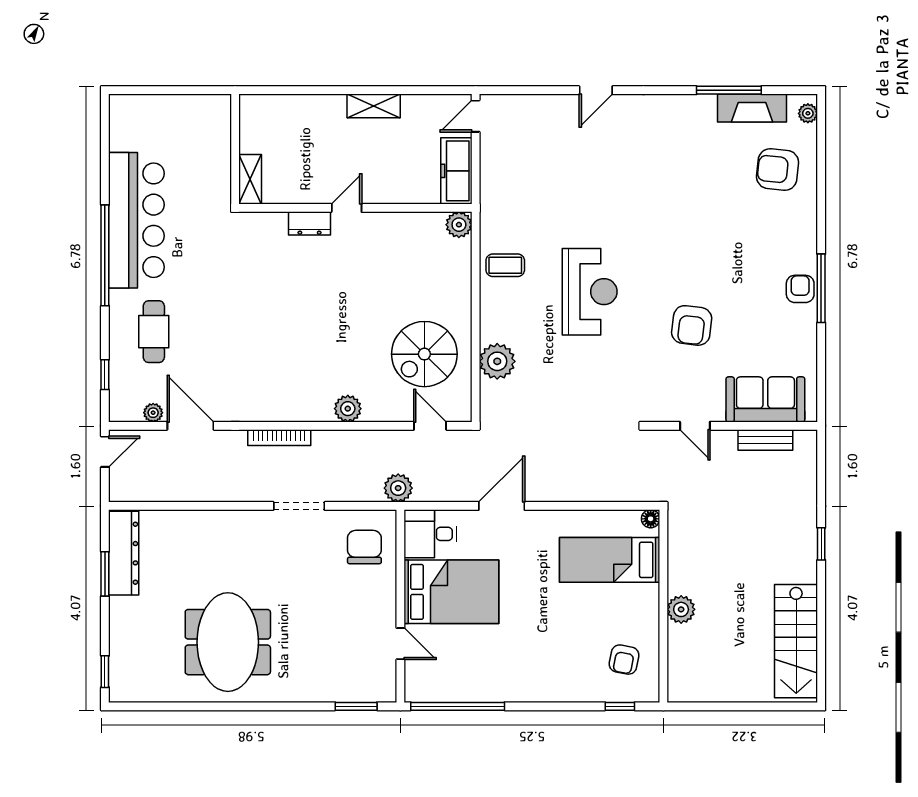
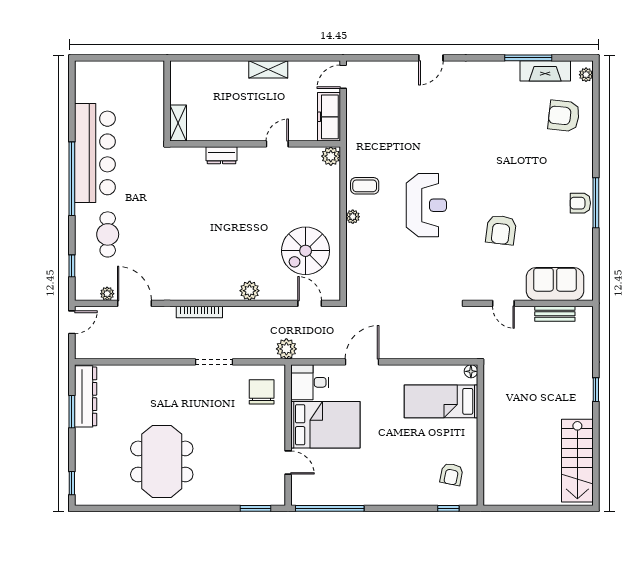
door: (347, 208) -> (277, 144), moved
armchair: (800, 289) -> (580, 203), turned -90
plant: (497, 361) -> (353, 217), moved, width x0.53, depth x0.53
plant: (681, 609) -> (493, 438), removed

